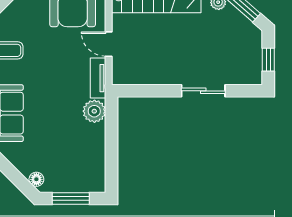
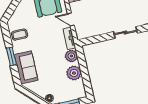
plant: (92, 143) -> (74, 73), added

